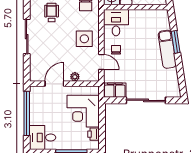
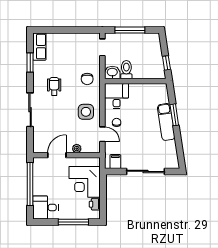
filing cabinet: (115, 90) -> (115, 162), width x0.50

